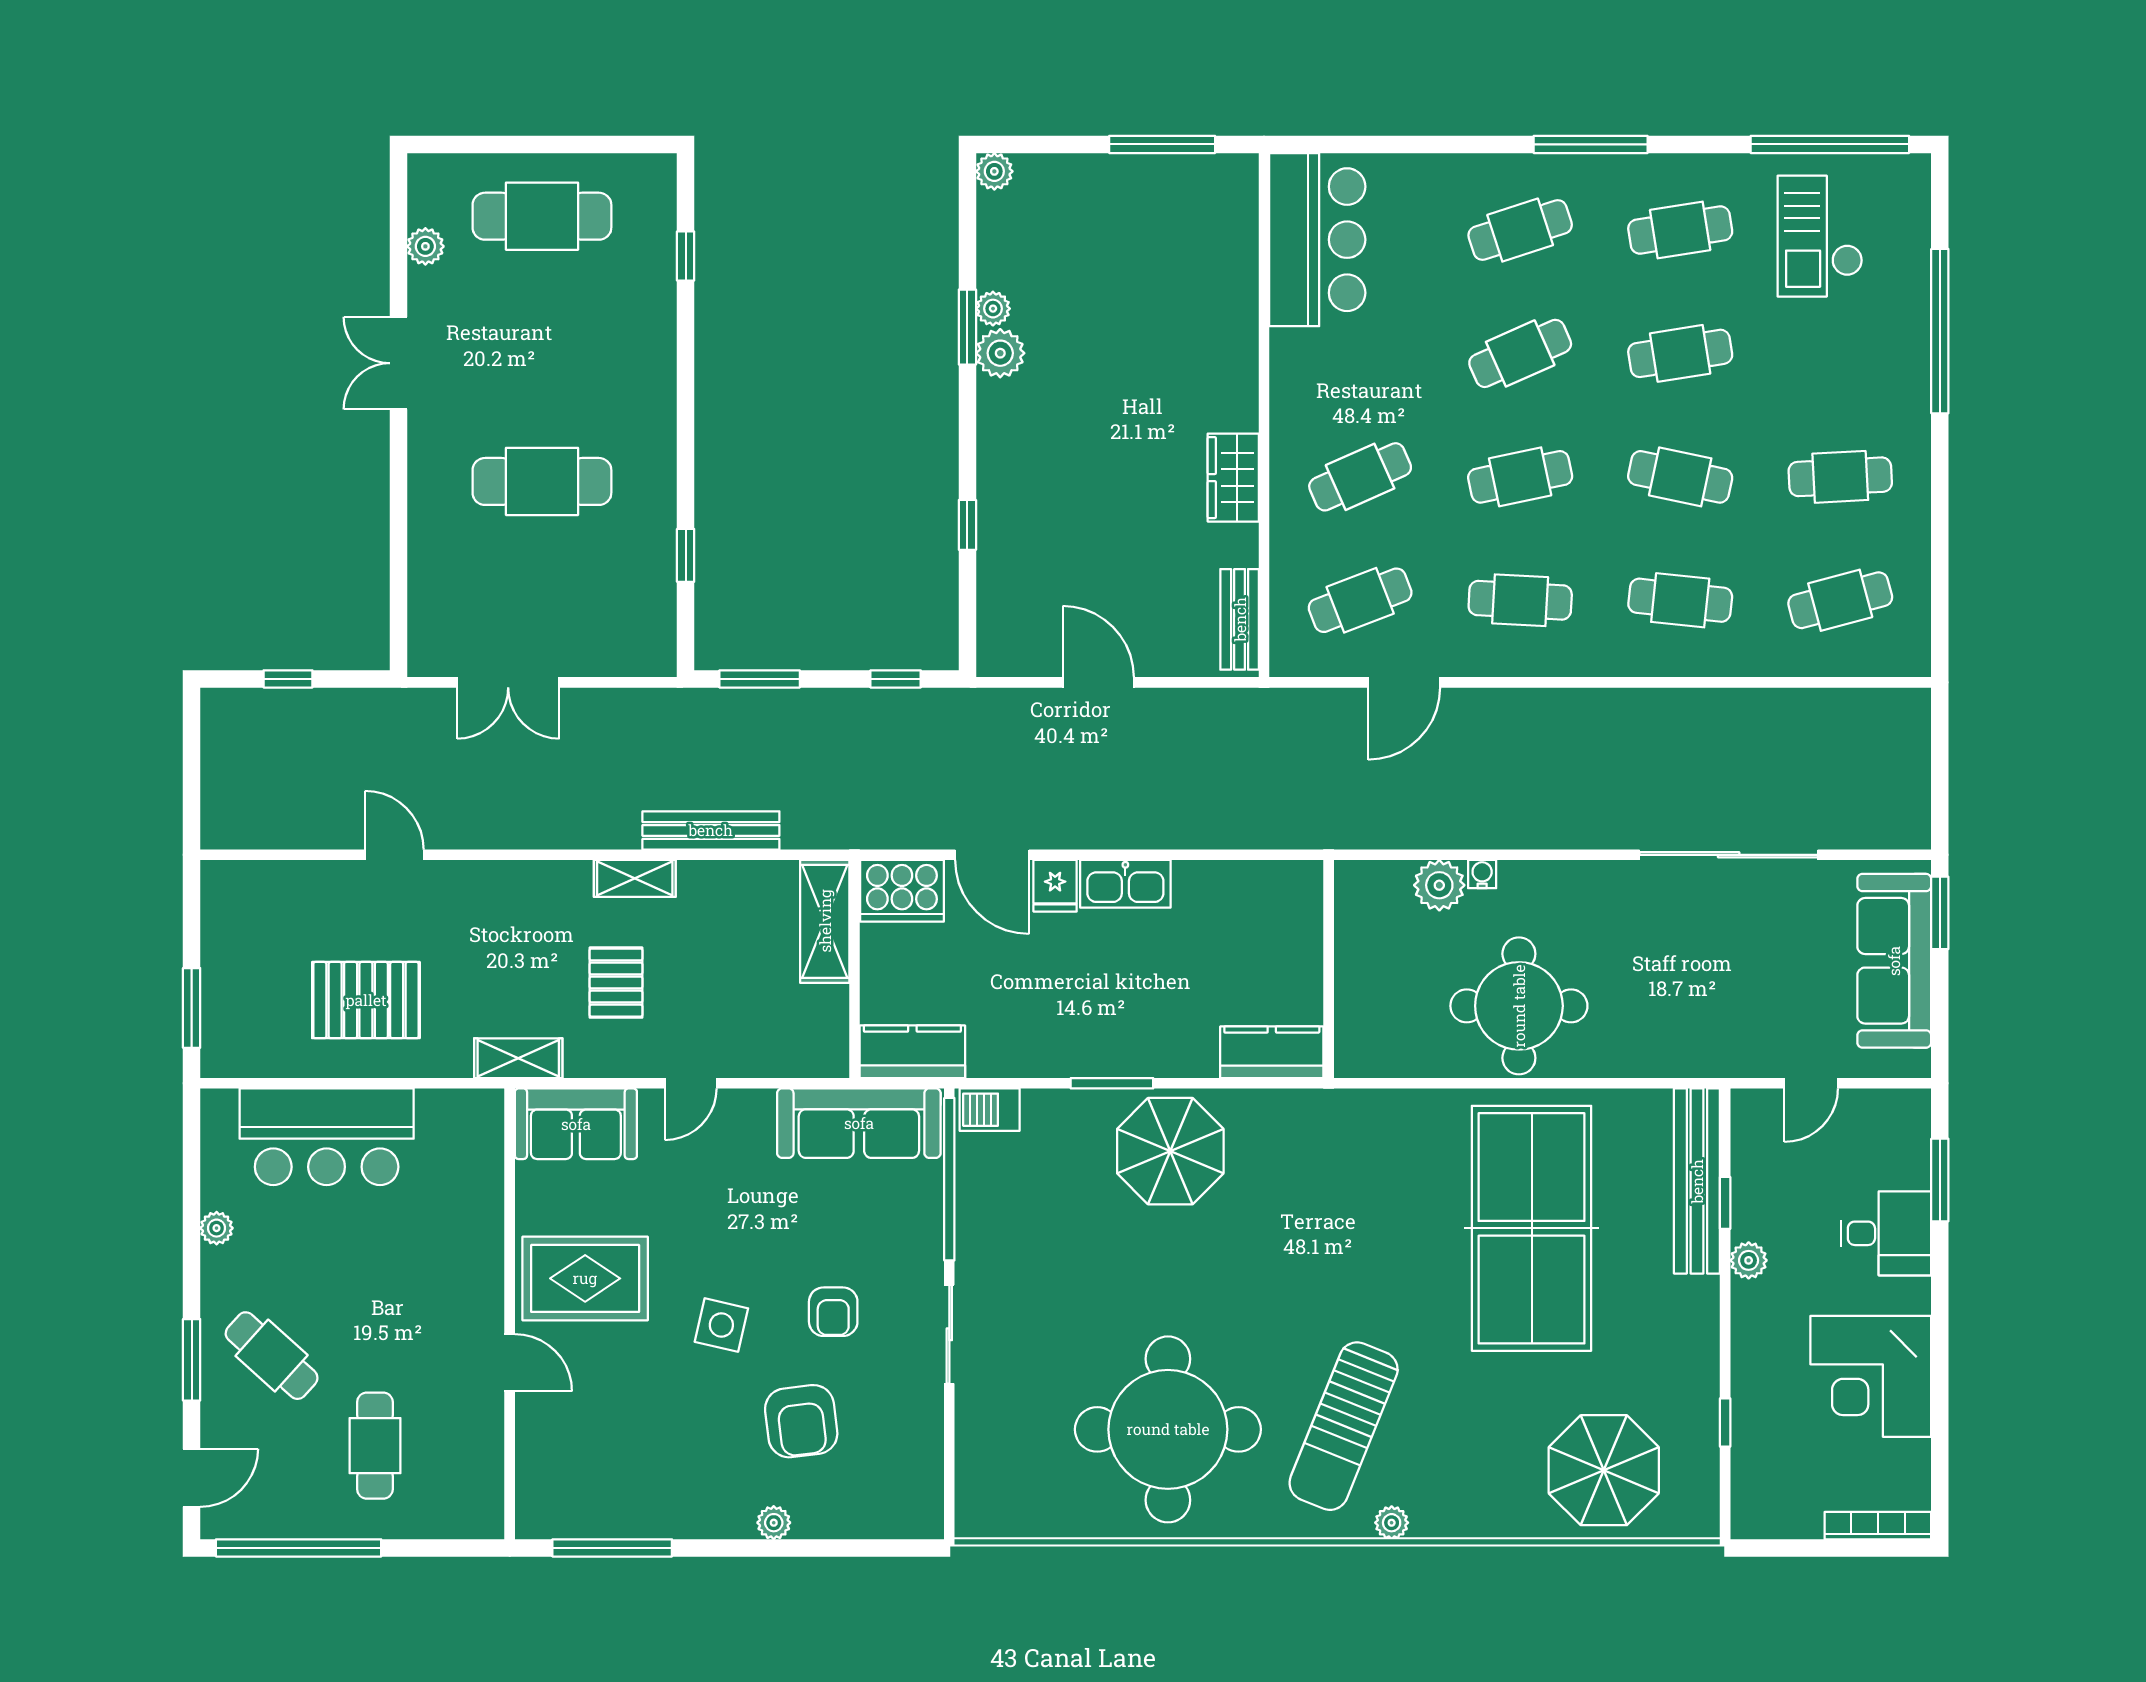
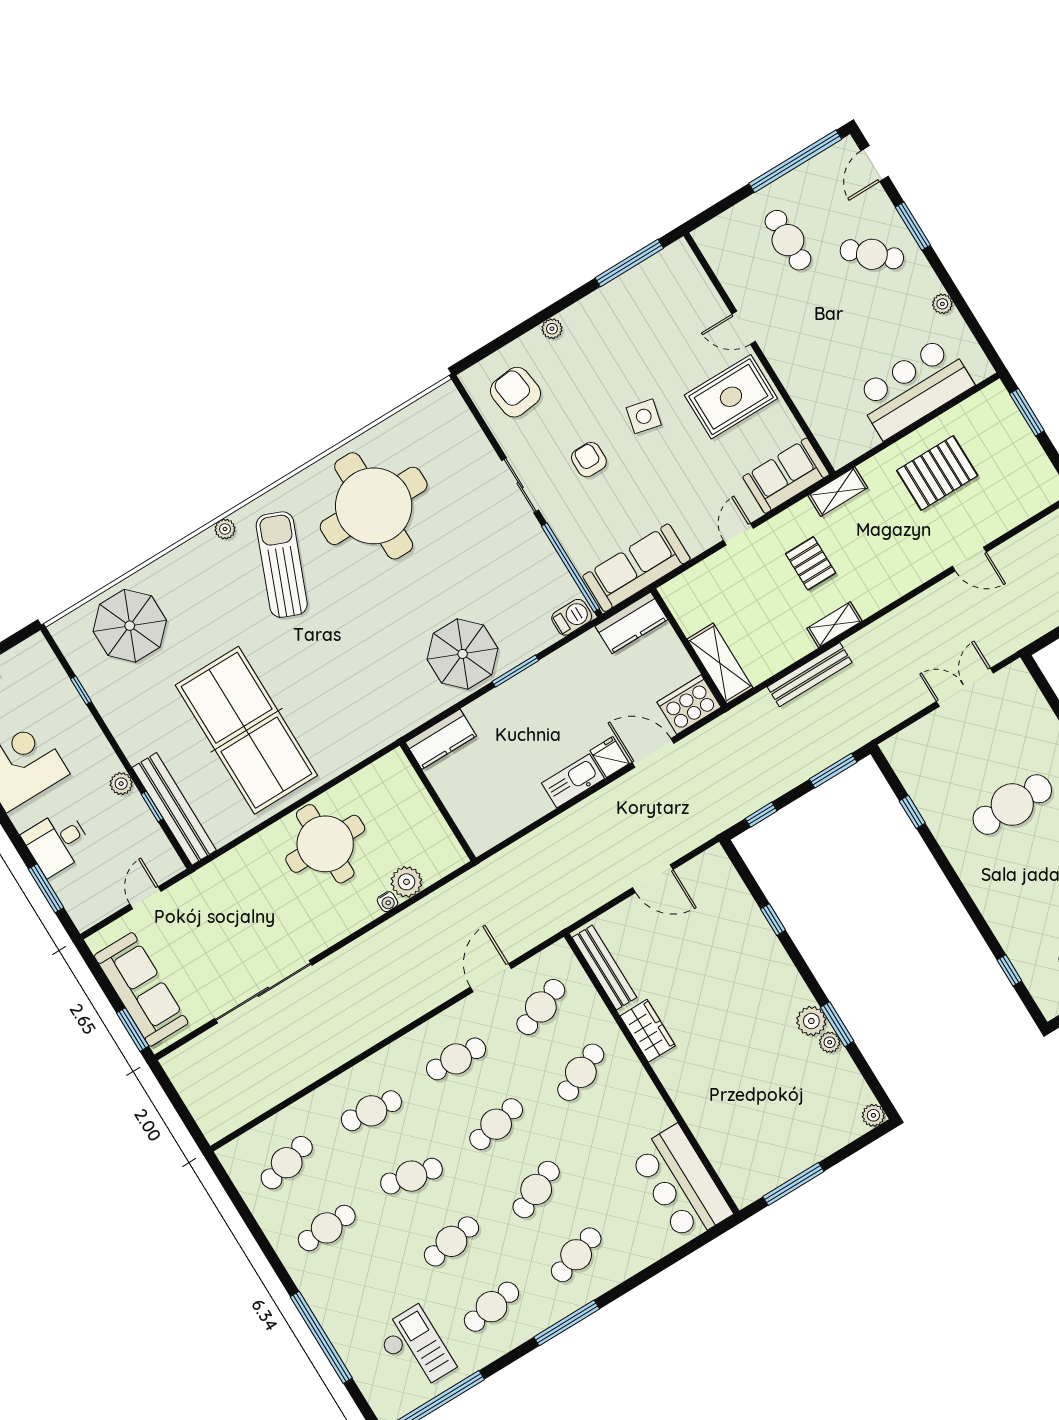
bench: (1240, 619) -> (604, 967), width x1.36
armchair: (801, 1421) -> (516, 392), moved

